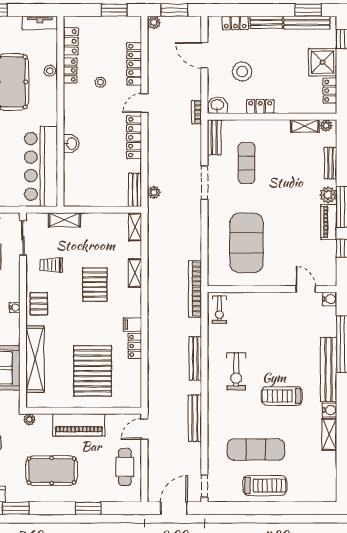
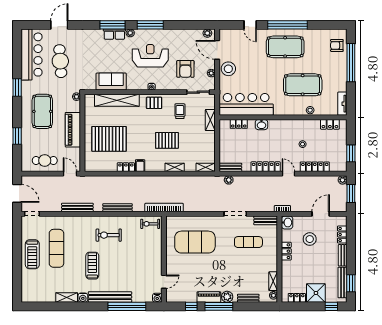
locker: (70, 71) -> (239, 124), moved

